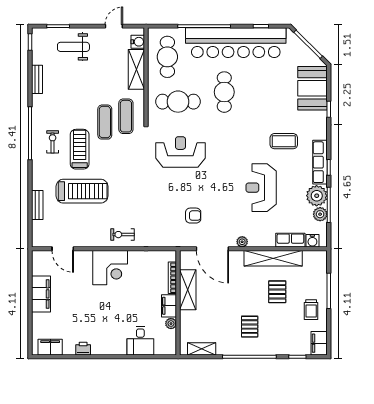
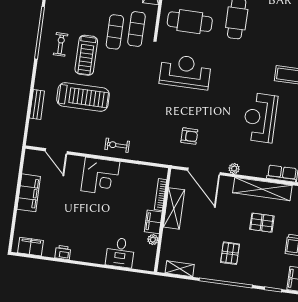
treadmill: (80, 149) -> (86, 55), turned 180
pallet: (277, 292) -> (262, 223), turned 90

